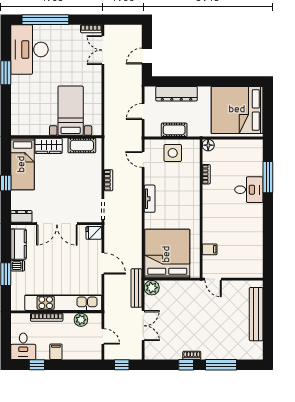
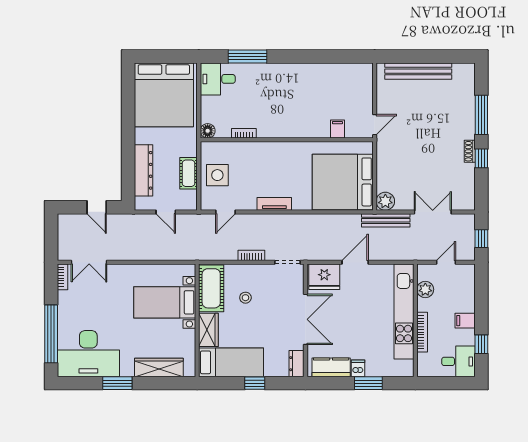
wardrobe: (18, 106) -> (159, 367), added
cot: (82, 145) -> (211, 288), width x1.37, depth x1.34
stool: (74, 176) -> (245, 298), added
desk: (249, 190) -> (218, 79), moved, turned -90
fridge: (94, 233) -> (324, 277), width x1.88, depth x1.34

